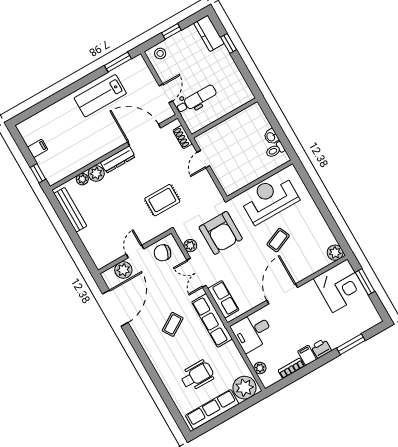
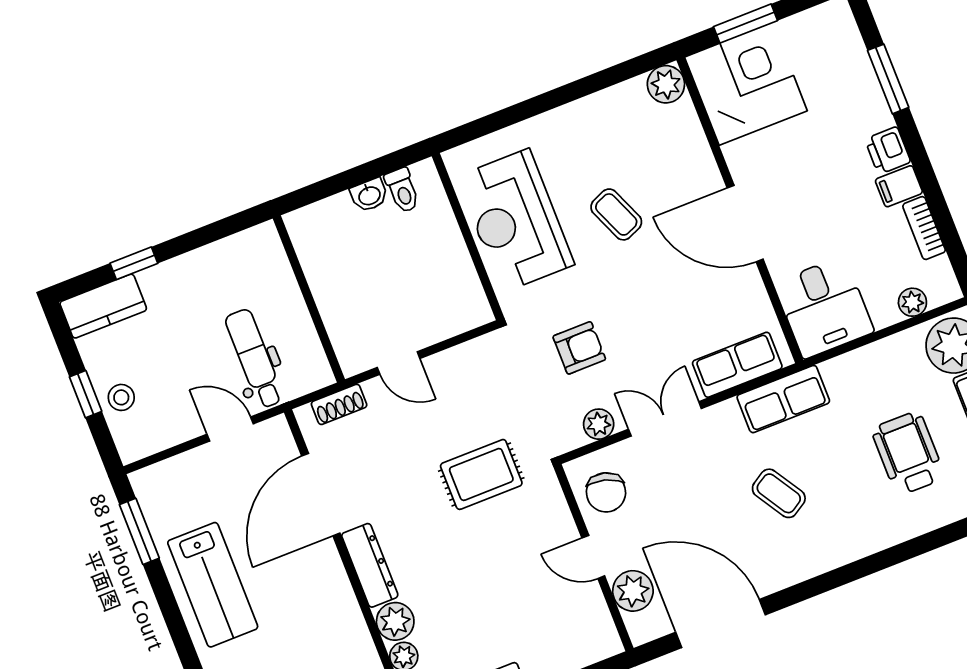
stool: (160, 53) -> (121, 397), moved
rug: (162, 200) -> (481, 474), turned 90
armchair: (221, 233) -> (579, 348), width x0.53, depth x0.53
double door: (197, 273) -> (665, 419), swing flipped
row of seats: (212, 320) -> (783, 399), width x0.68

